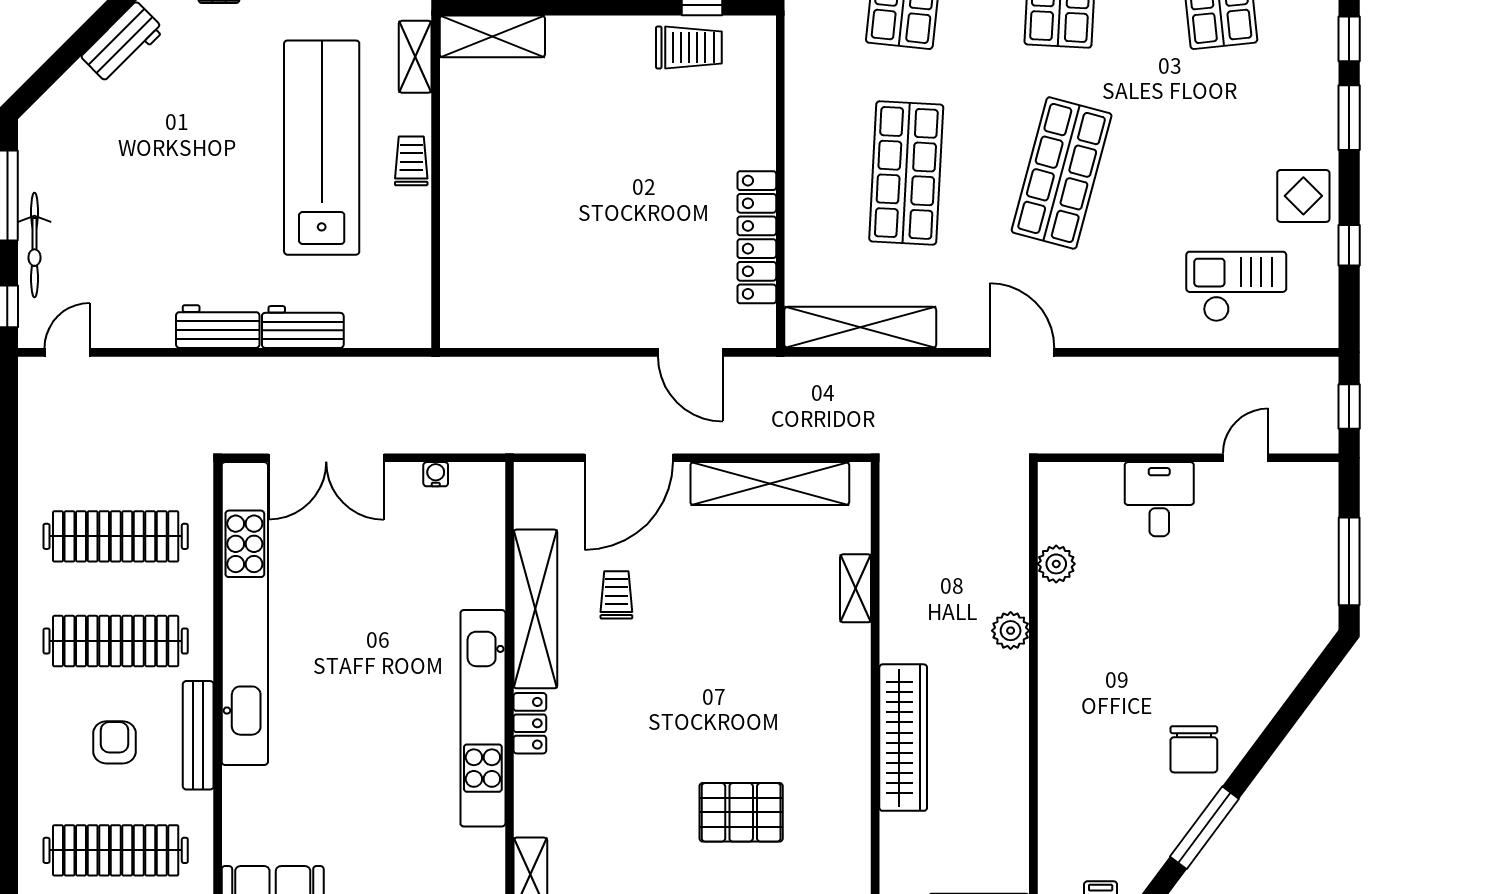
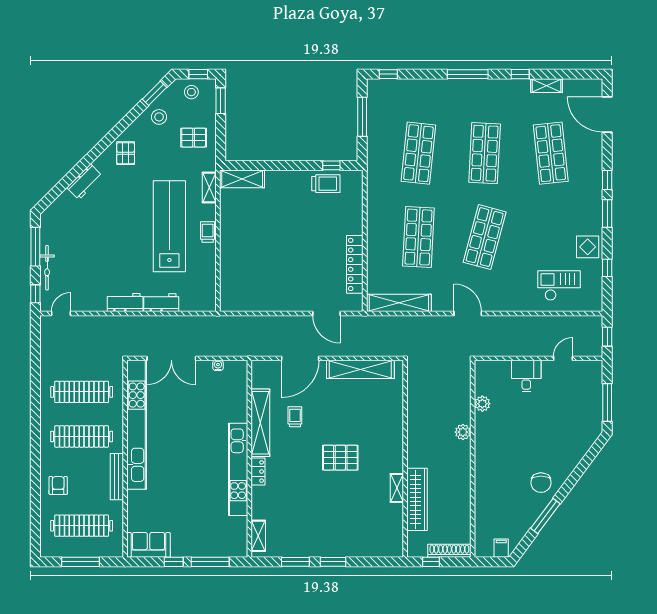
shelving: (856, 588) -> (397, 488), moved
wardrobe: (903, 738) -> (417, 499), moved
armchair: (114, 742) -> (58, 485), moved
pallet: (741, 812) -> (340, 458), moved

